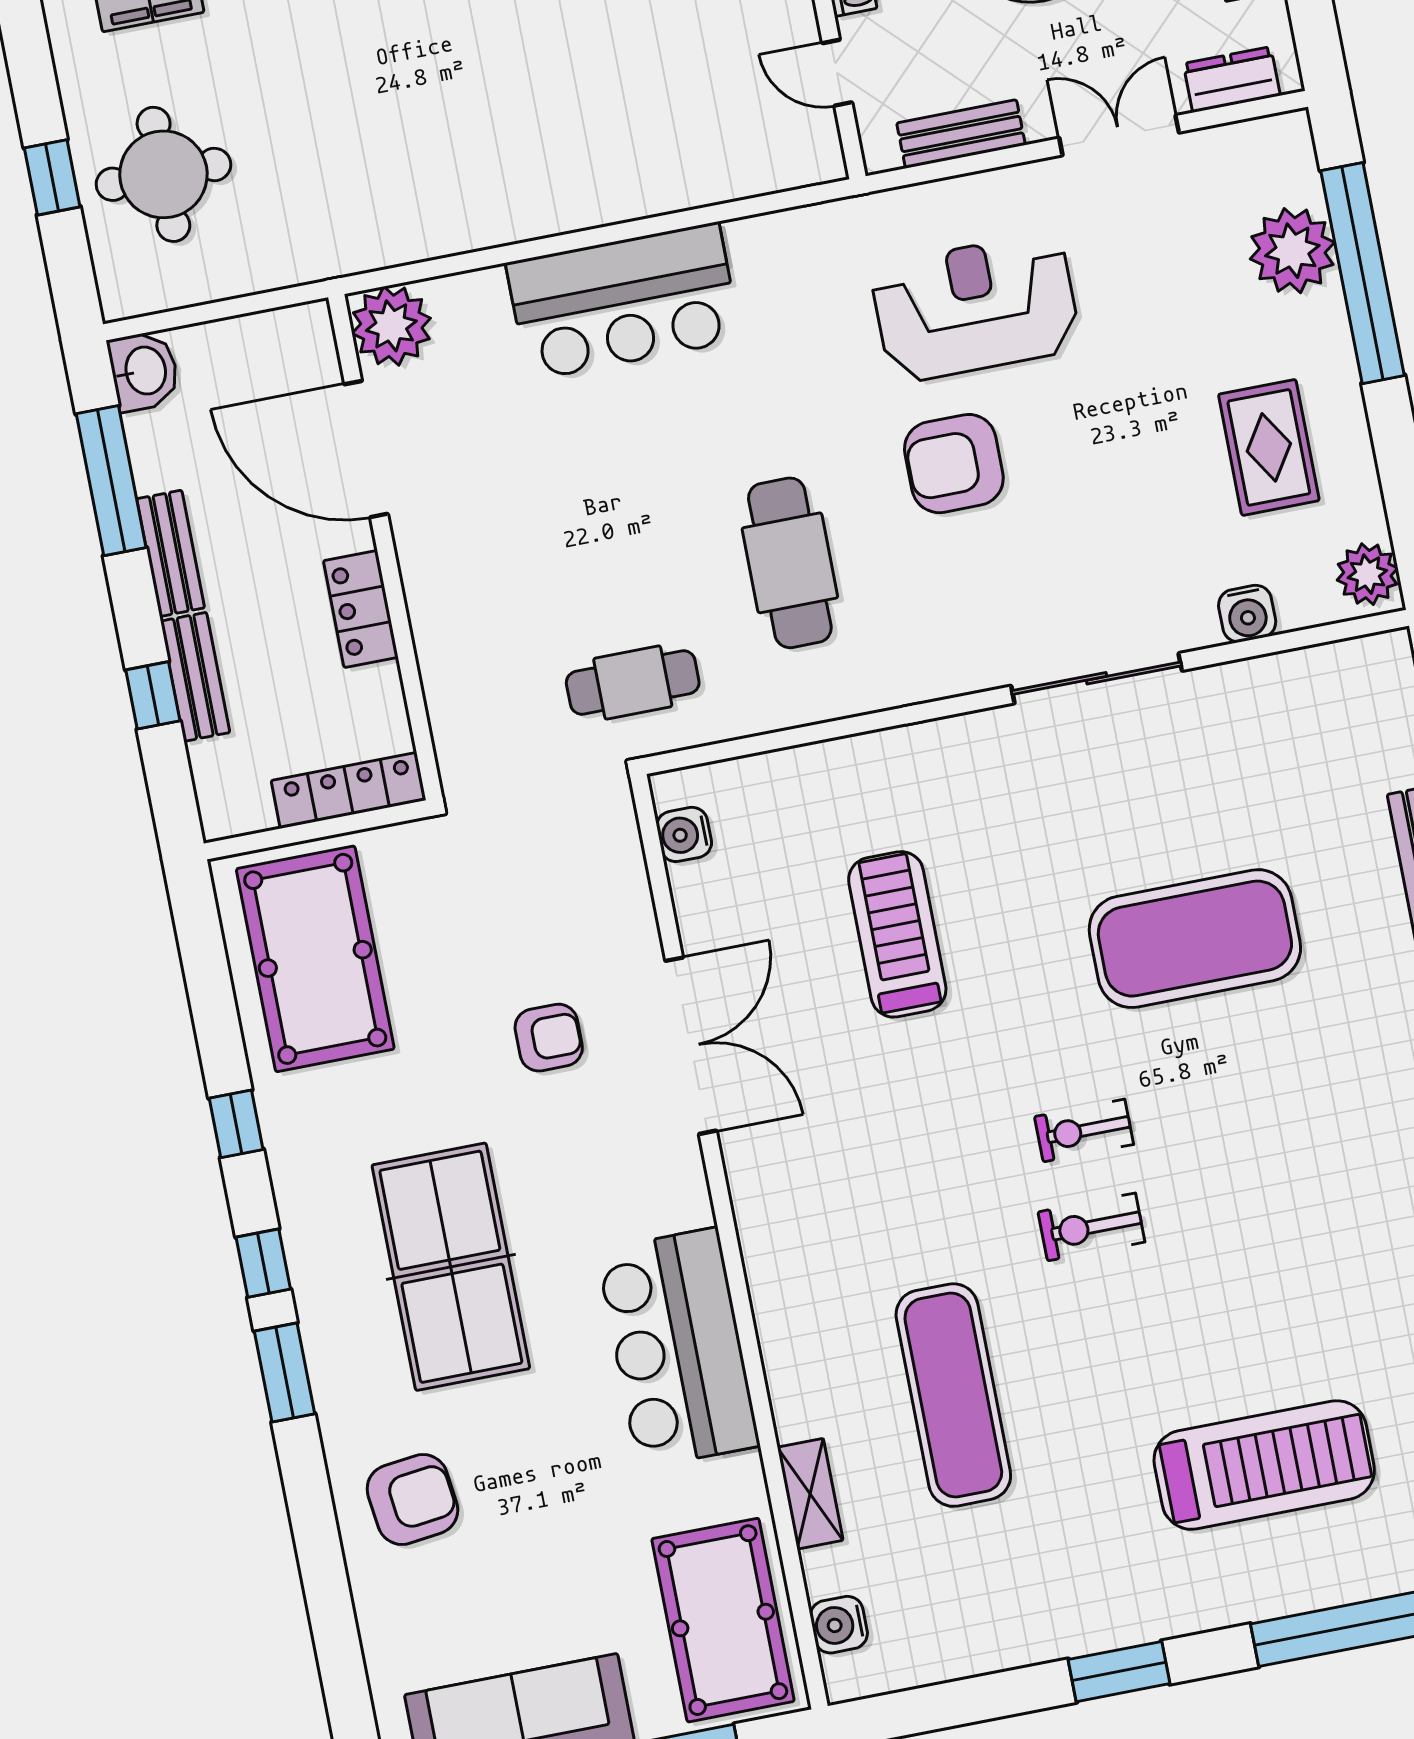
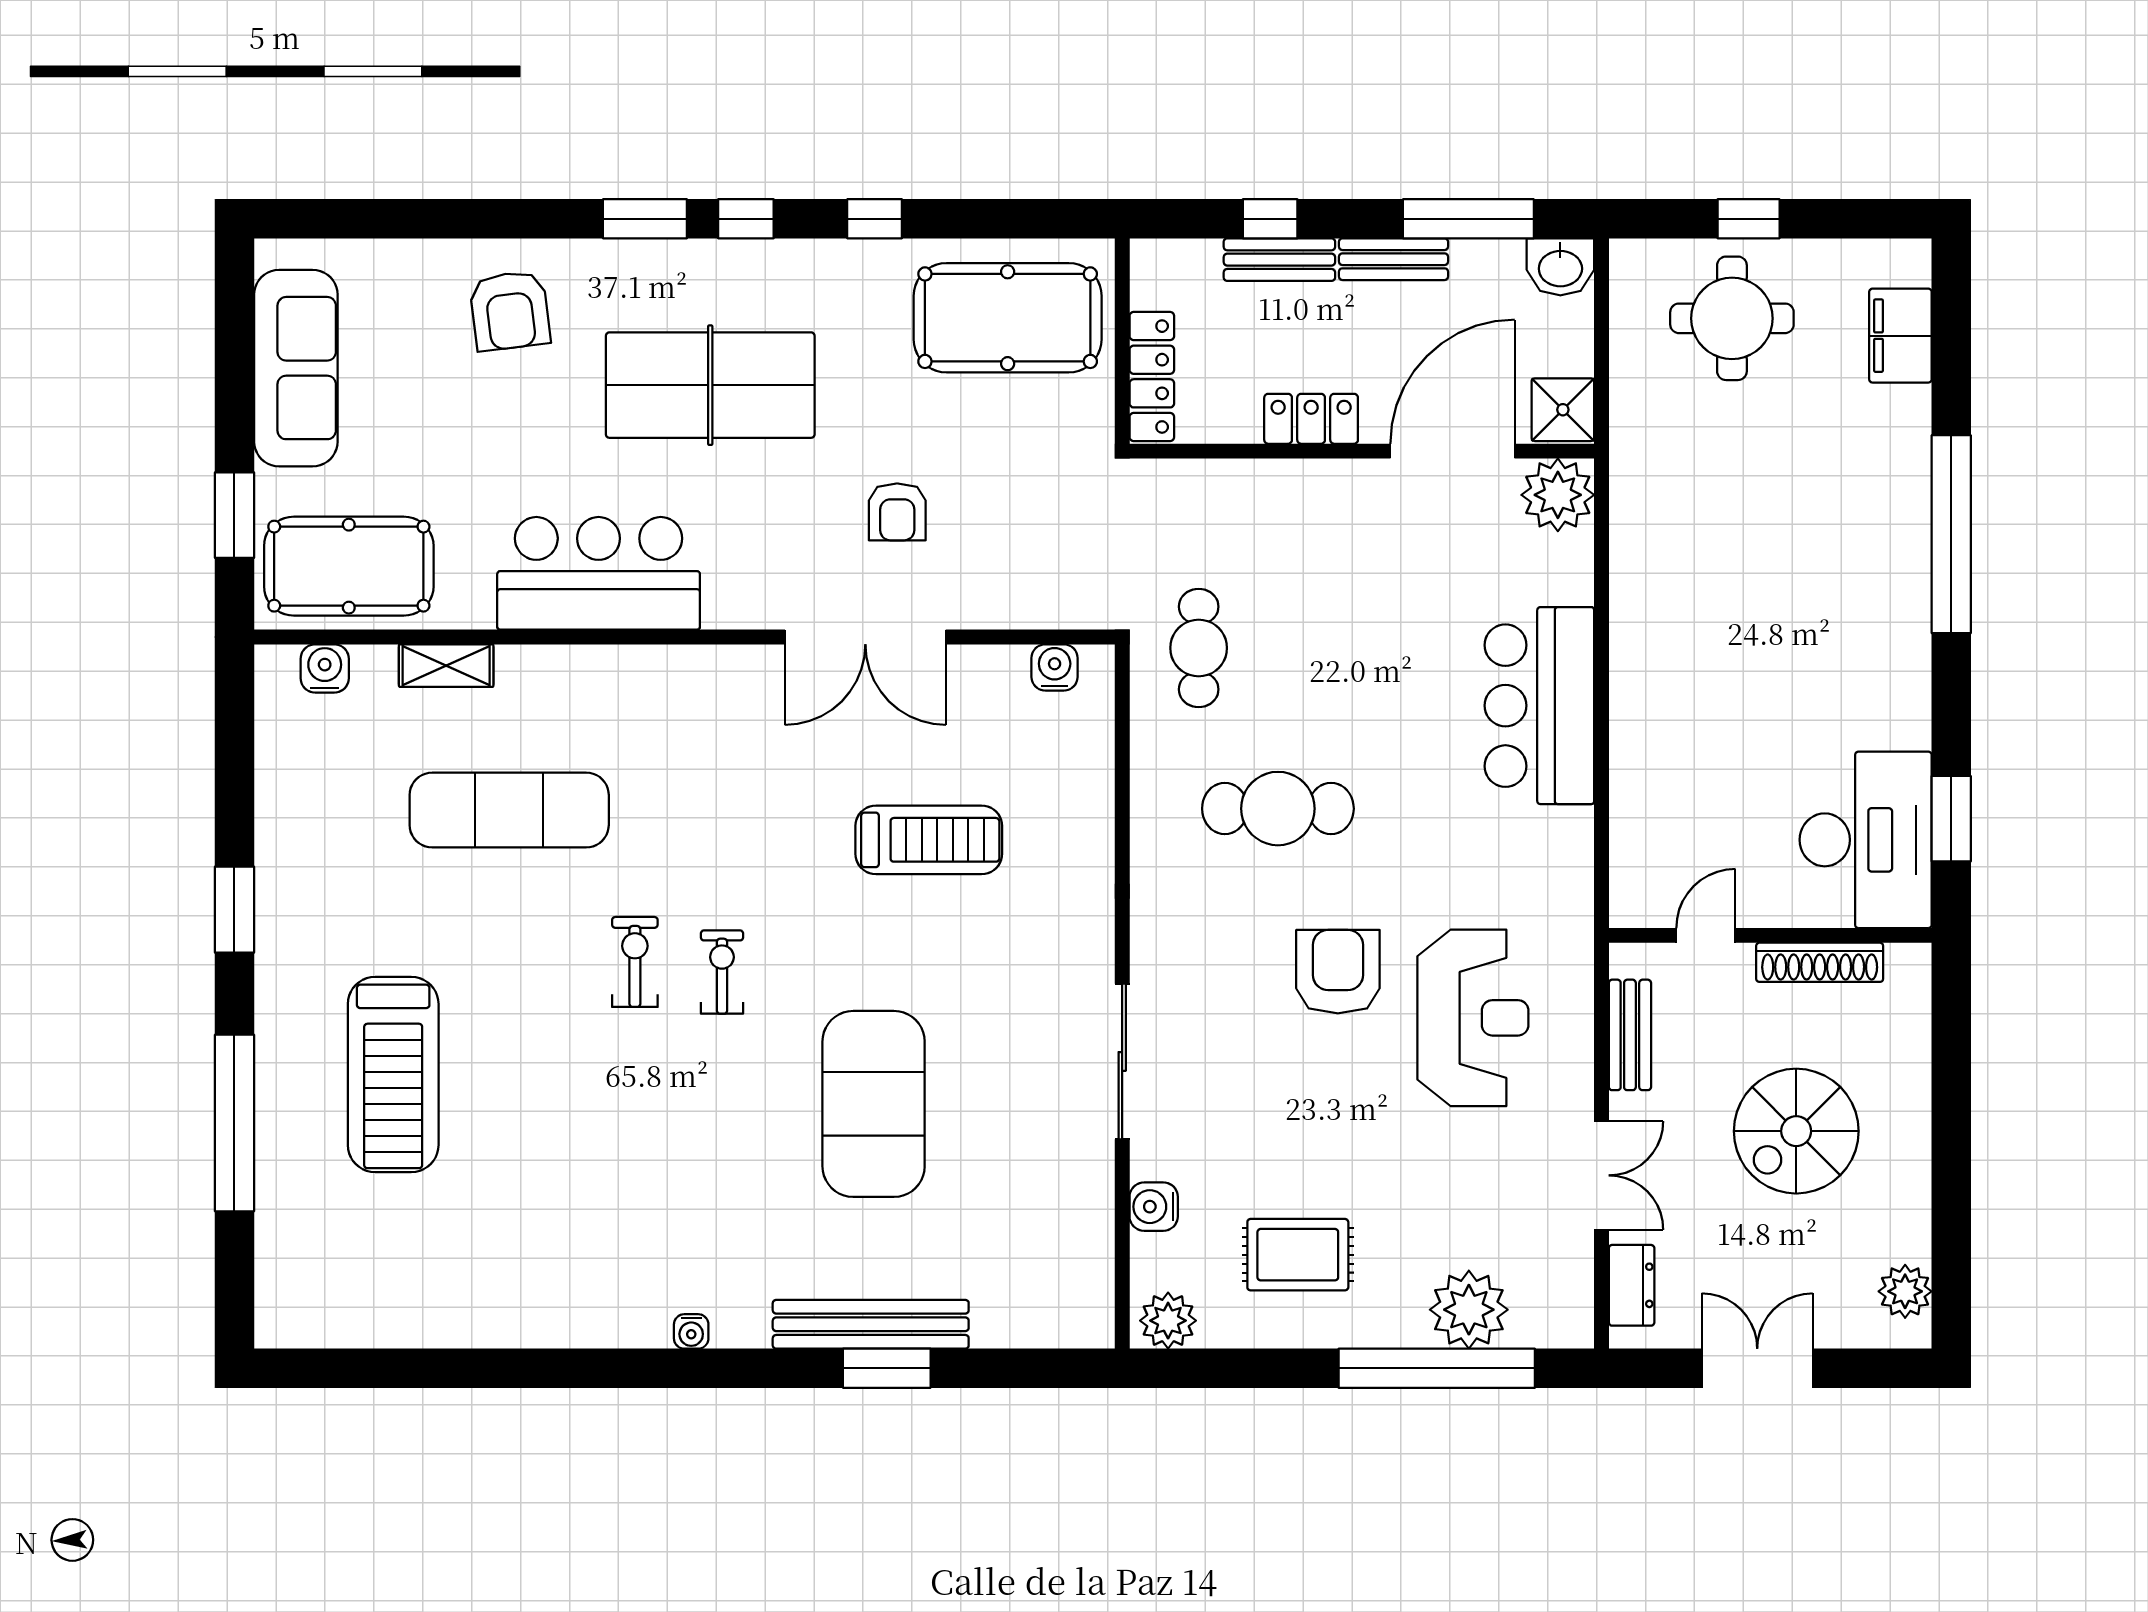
shower: (298, 338) -> (1563, 410), added

